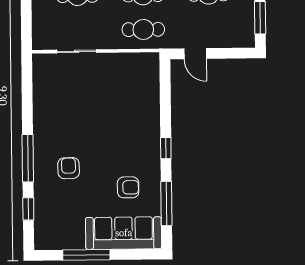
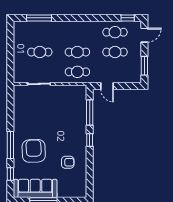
armchair: (69, 168) -> (34, 151), width x1.88, depth x1.88
window: (166, 203) -> (90, 113), moved
sofa: (124, 233) -> (35, 188), moved

